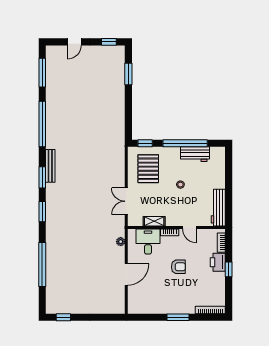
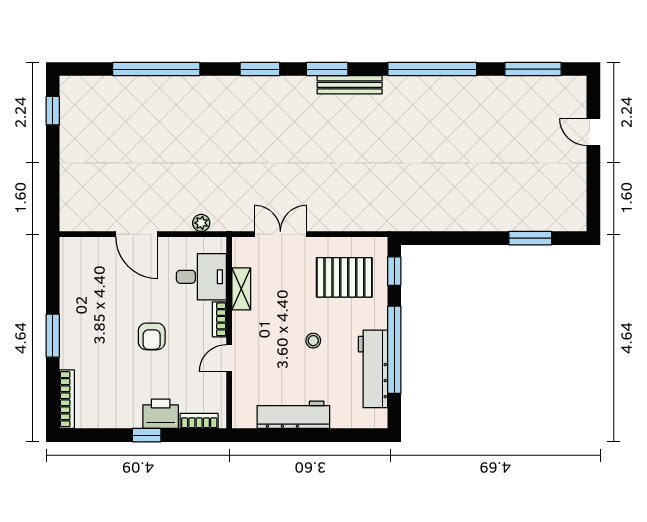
window: (109, 42) -> (593, 200), removed
workbench: (195, 154) -> (373, 369), width x1.38
workbench: (218, 208) -> (293, 415), moved

